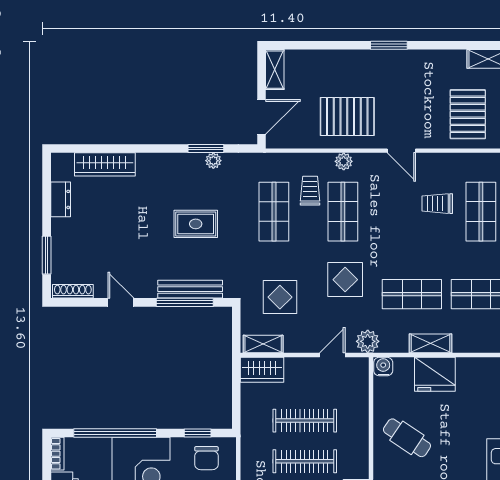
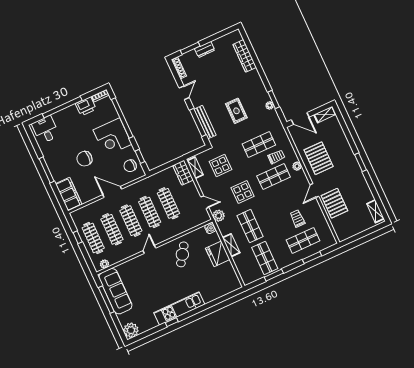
pallet: (468, 114) -> (334, 203), moved, turned 90
dresser: (61, 199) -> (205, 49), moved

